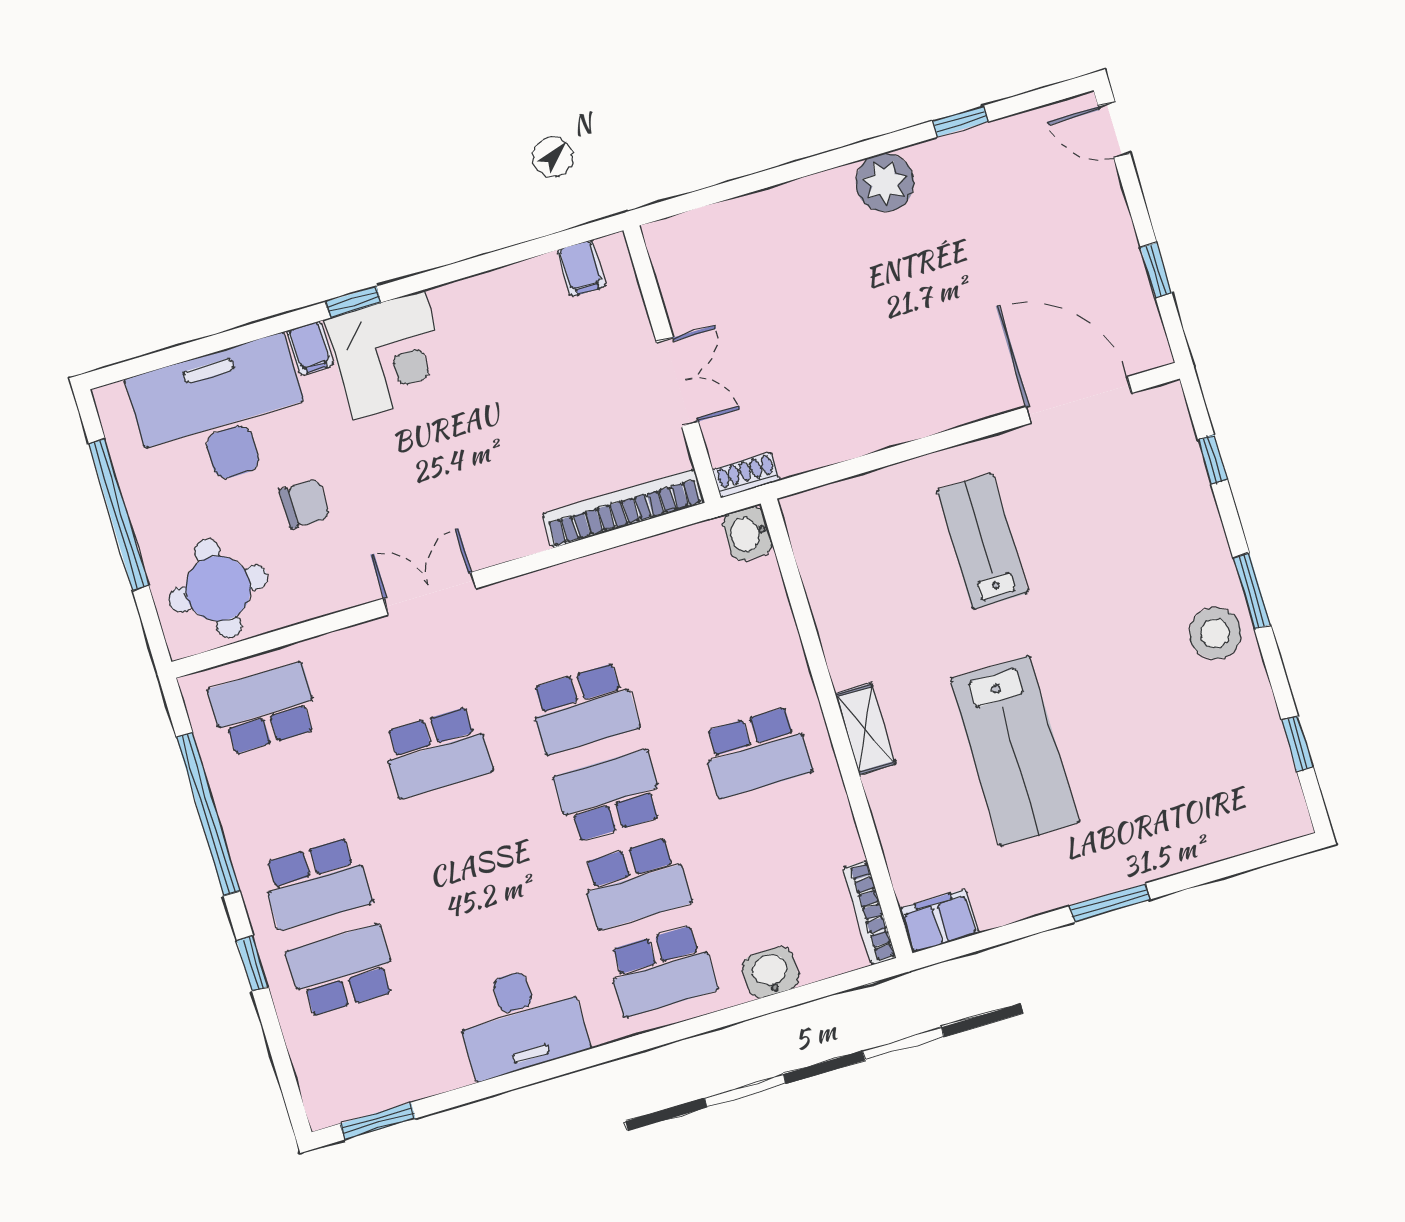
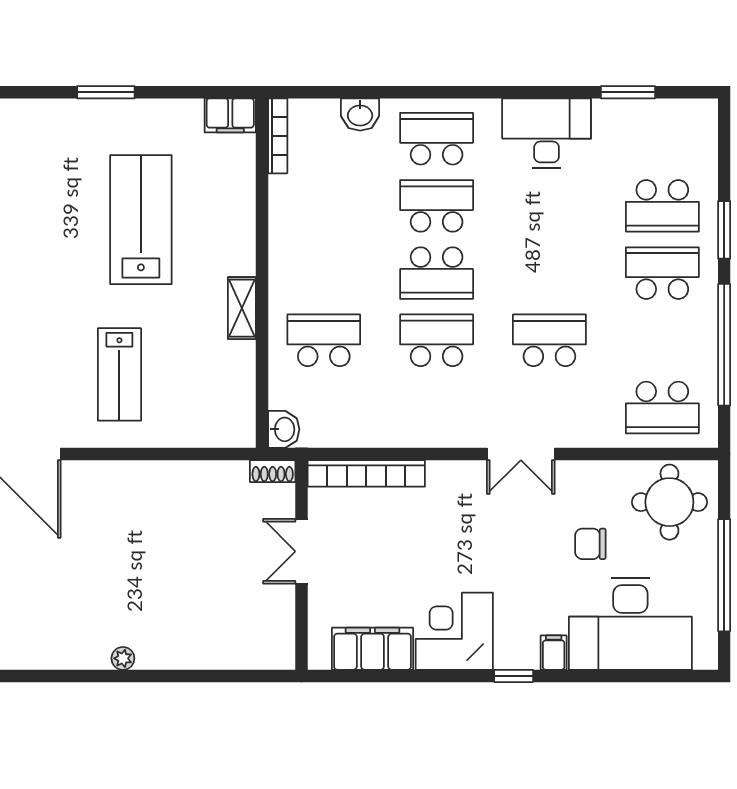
window: (960, 121) -> (47, 676), removed
plant: (885, 183) -> (123, 658), width x0.53, depth x0.53
filing cabinet: (581, 268) -> (373, 649), width x3.00, depth x1.17
corner desk: (389, 355) -> (454, 631), moved
shelving: (865, 729) -> (242, 308), moved
school desk: (756, 752) -> (324, 340), moved
window: (253, 964) -> (724, 230), width x1.50
window: (378, 1121) -> (628, 92), moved

